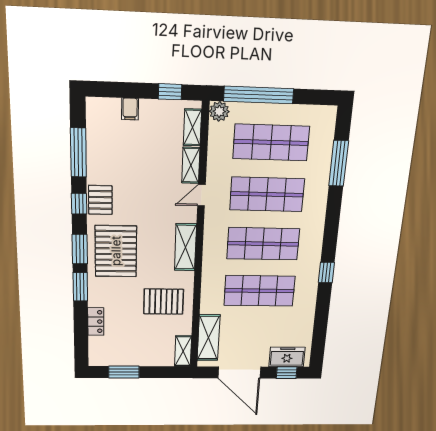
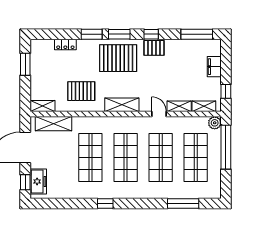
filing cabinet: (130, 109) -> (214, 67), width x2.00
window: (78, 152) -> (197, 34), moved
pallet: (164, 302) -> (81, 91), turned 90

